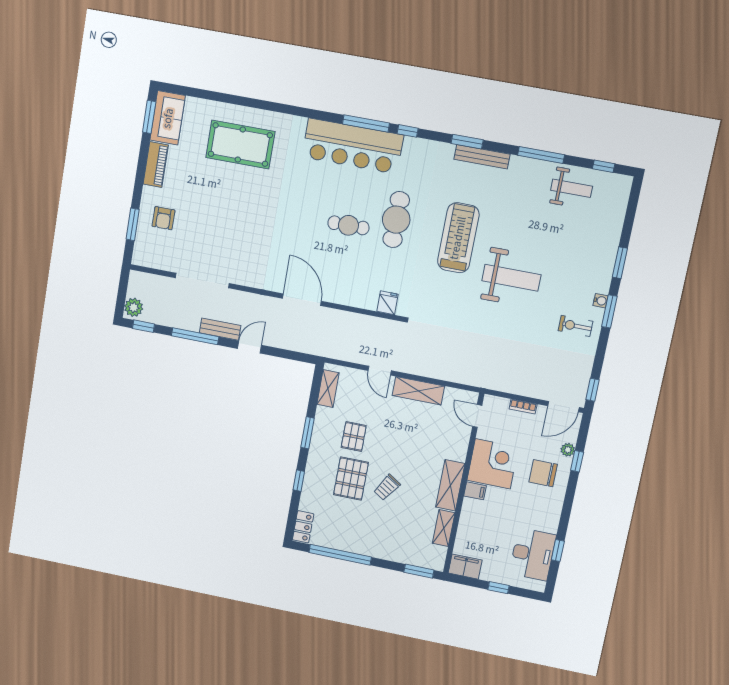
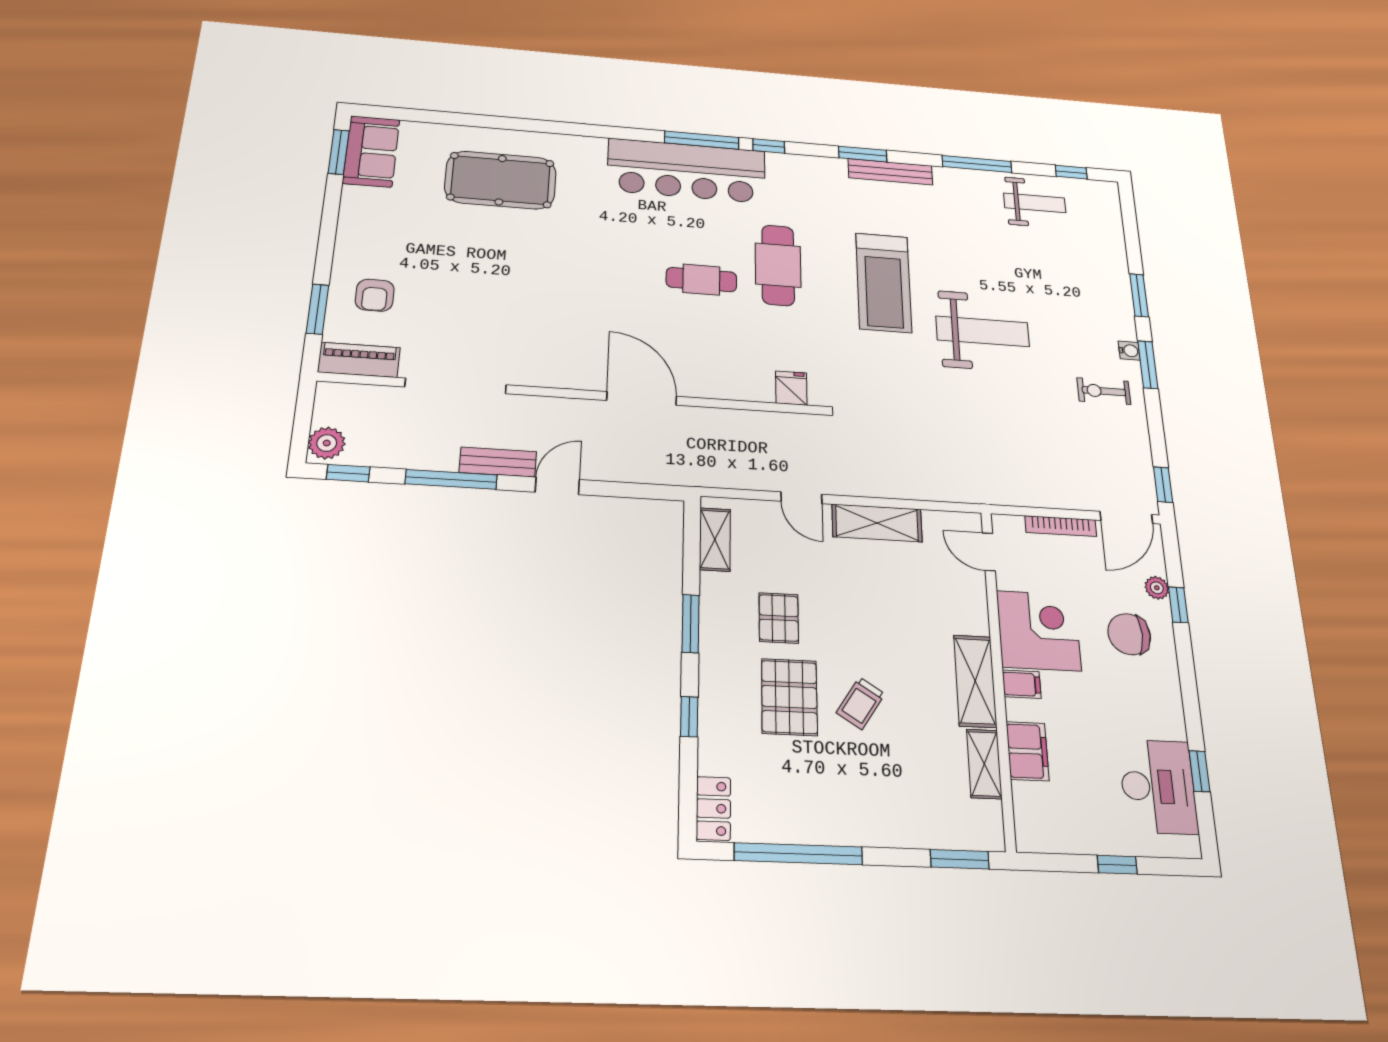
piano: (156, 165) -> (359, 360), moved, turned -90
treadmill: (458, 238) -> (884, 282), turned 180
bookcase: (523, 407) -> (1061, 526), width x1.56
filing cabinet: (465, 567) -> (1028, 751), moved, turned 90

